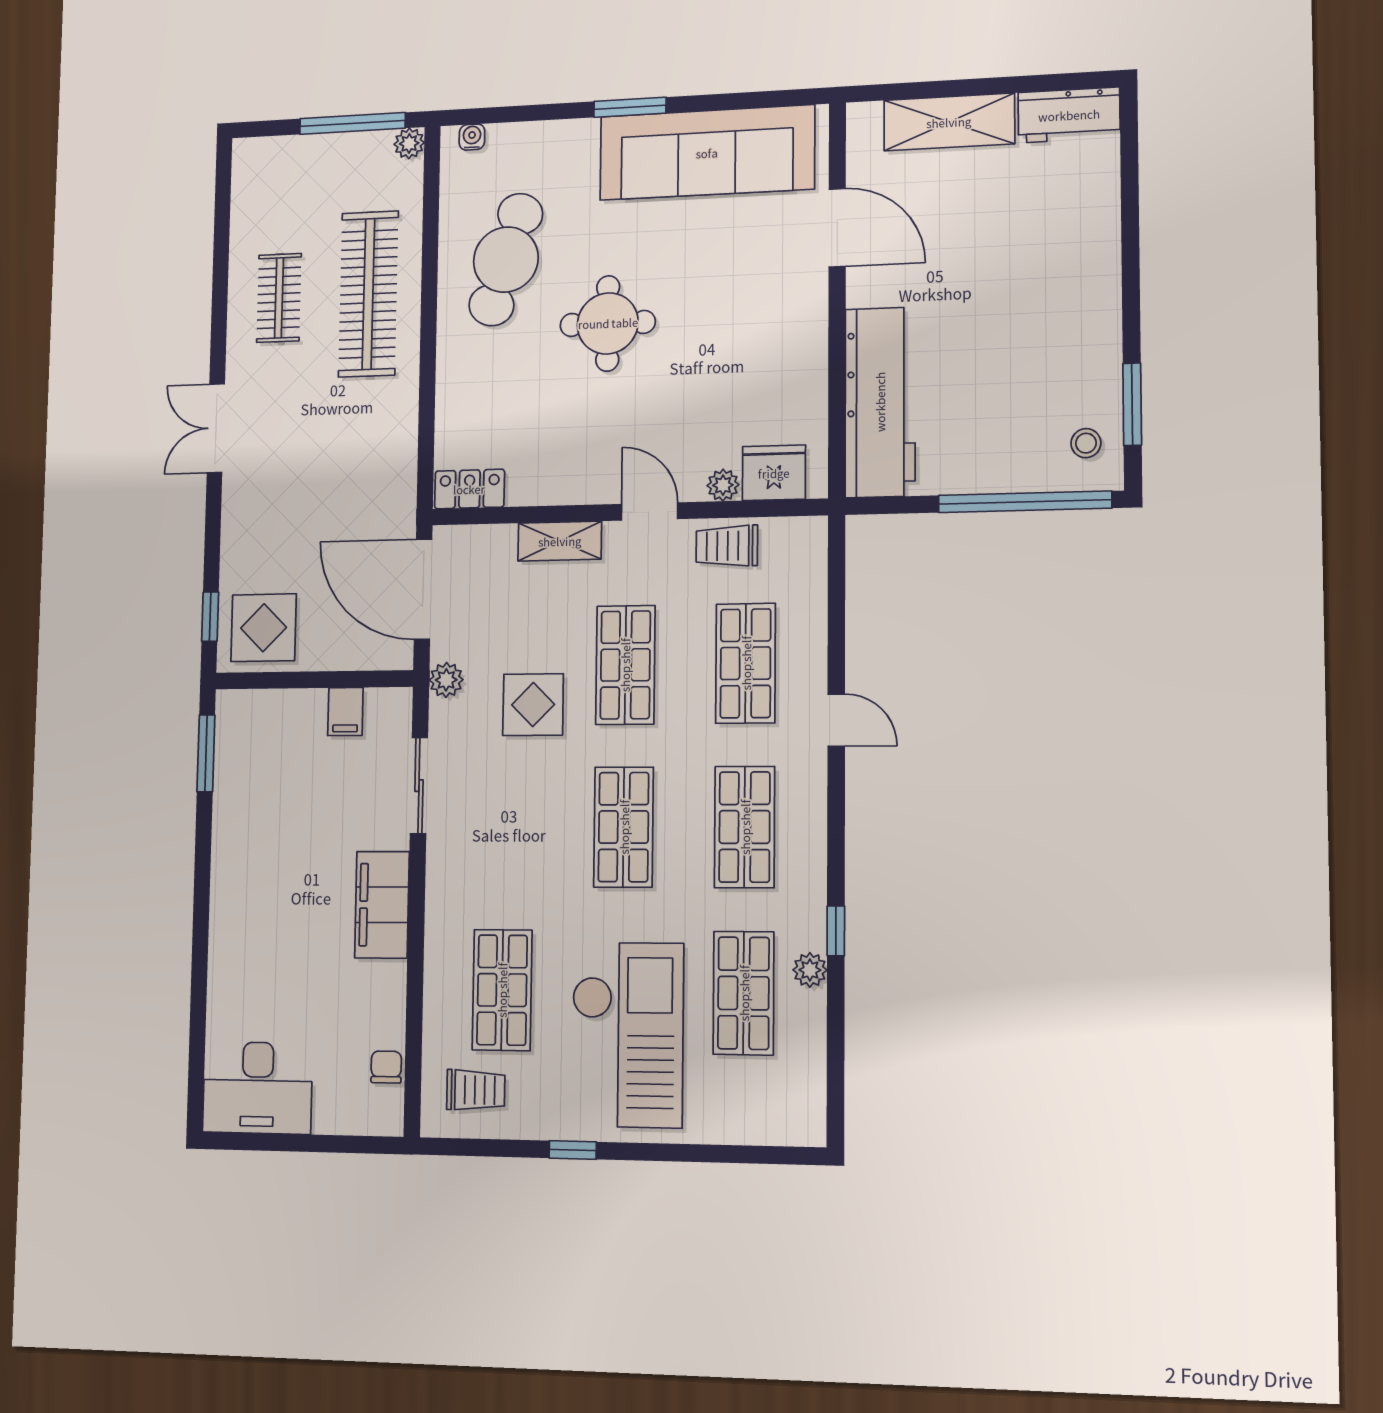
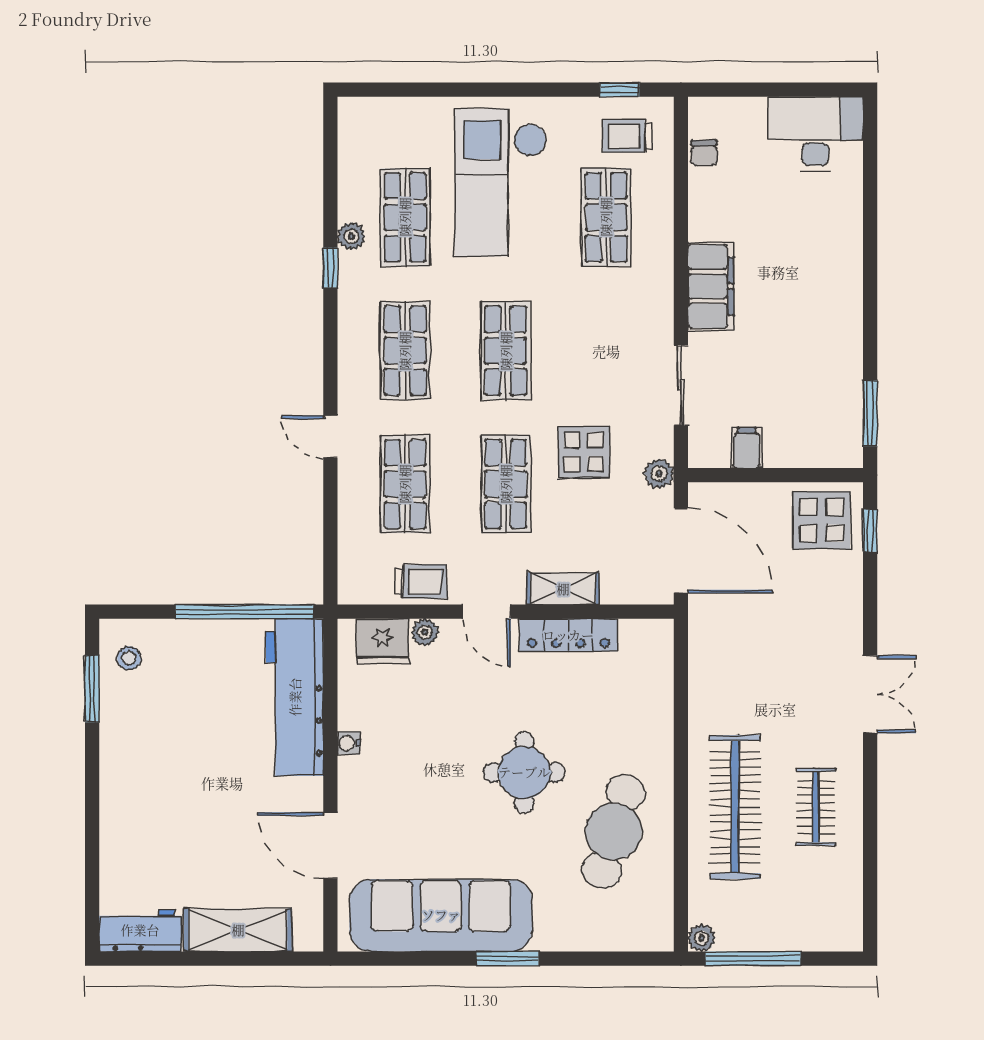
water cooler: (472, 137) -> (349, 743), moved, turned 90
locker: (469, 489) -> (568, 635), moved, width x1.53
window: (1025, 502) -> (244, 612), moved
window: (573, 1150) -> (619, 90), moved

